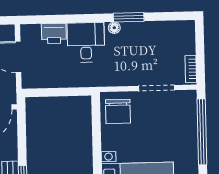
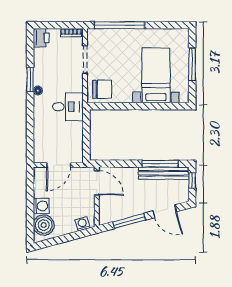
printer: (54, 33) -> (41, 38), moved
desk: (86, 42) -> (68, 107), moved, turned 180

